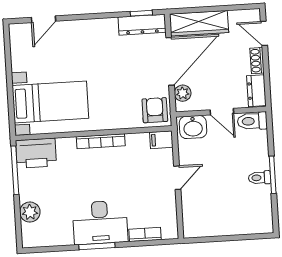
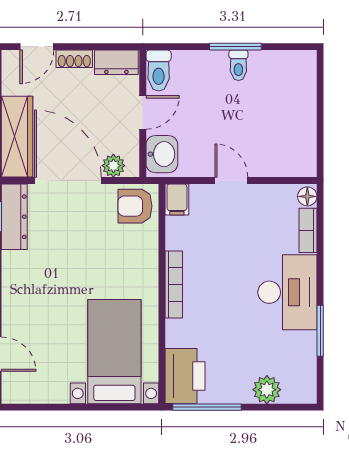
floor lamp: (169, 232) -> (307, 196), added
window: (97, 246) -> (320, 331), moved

